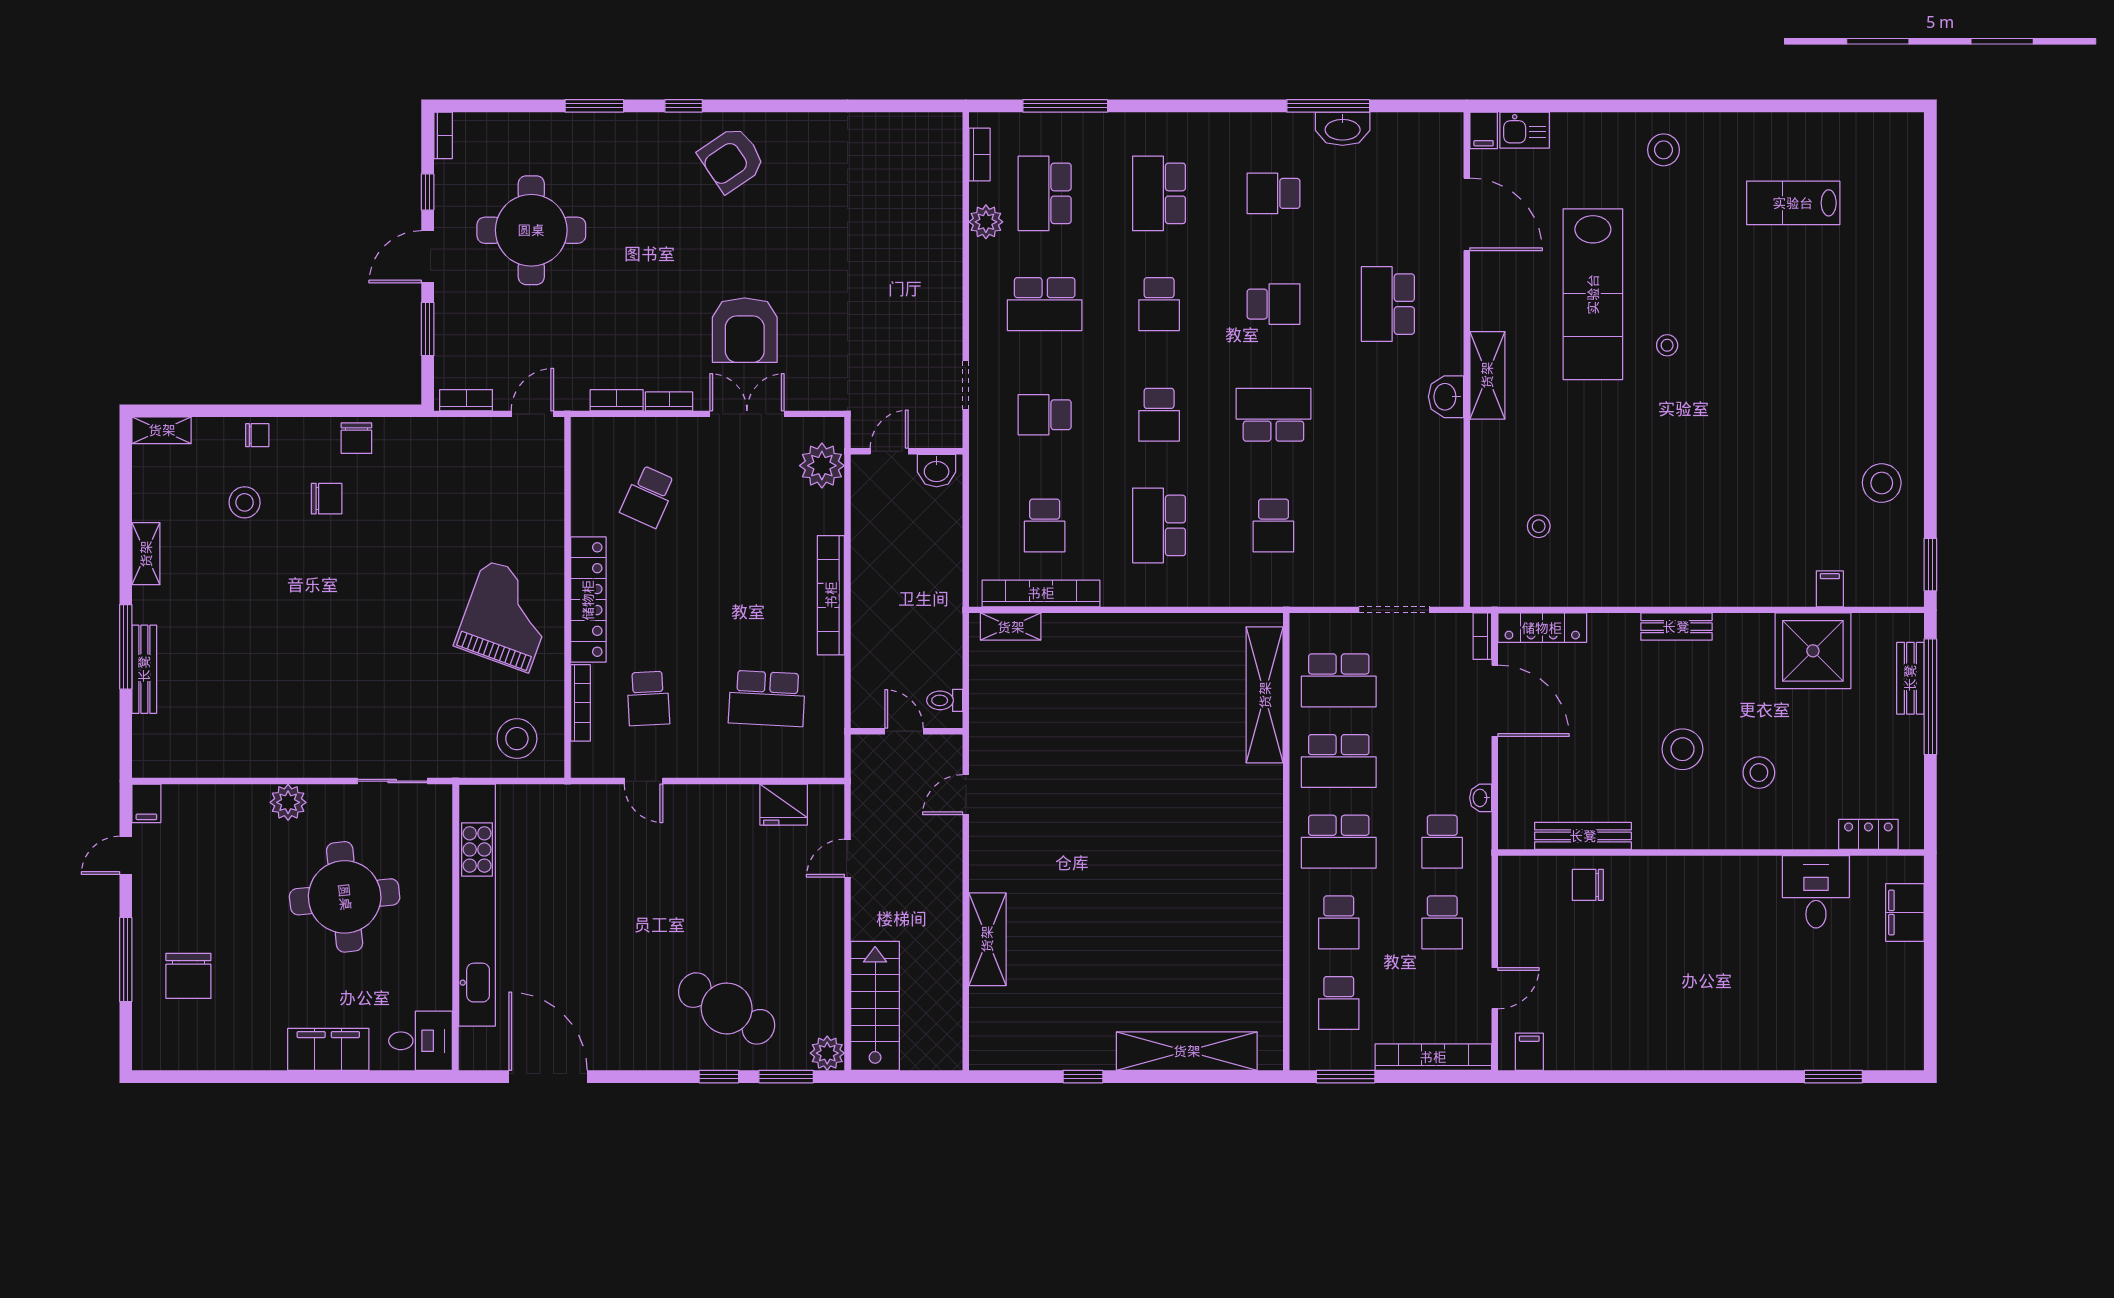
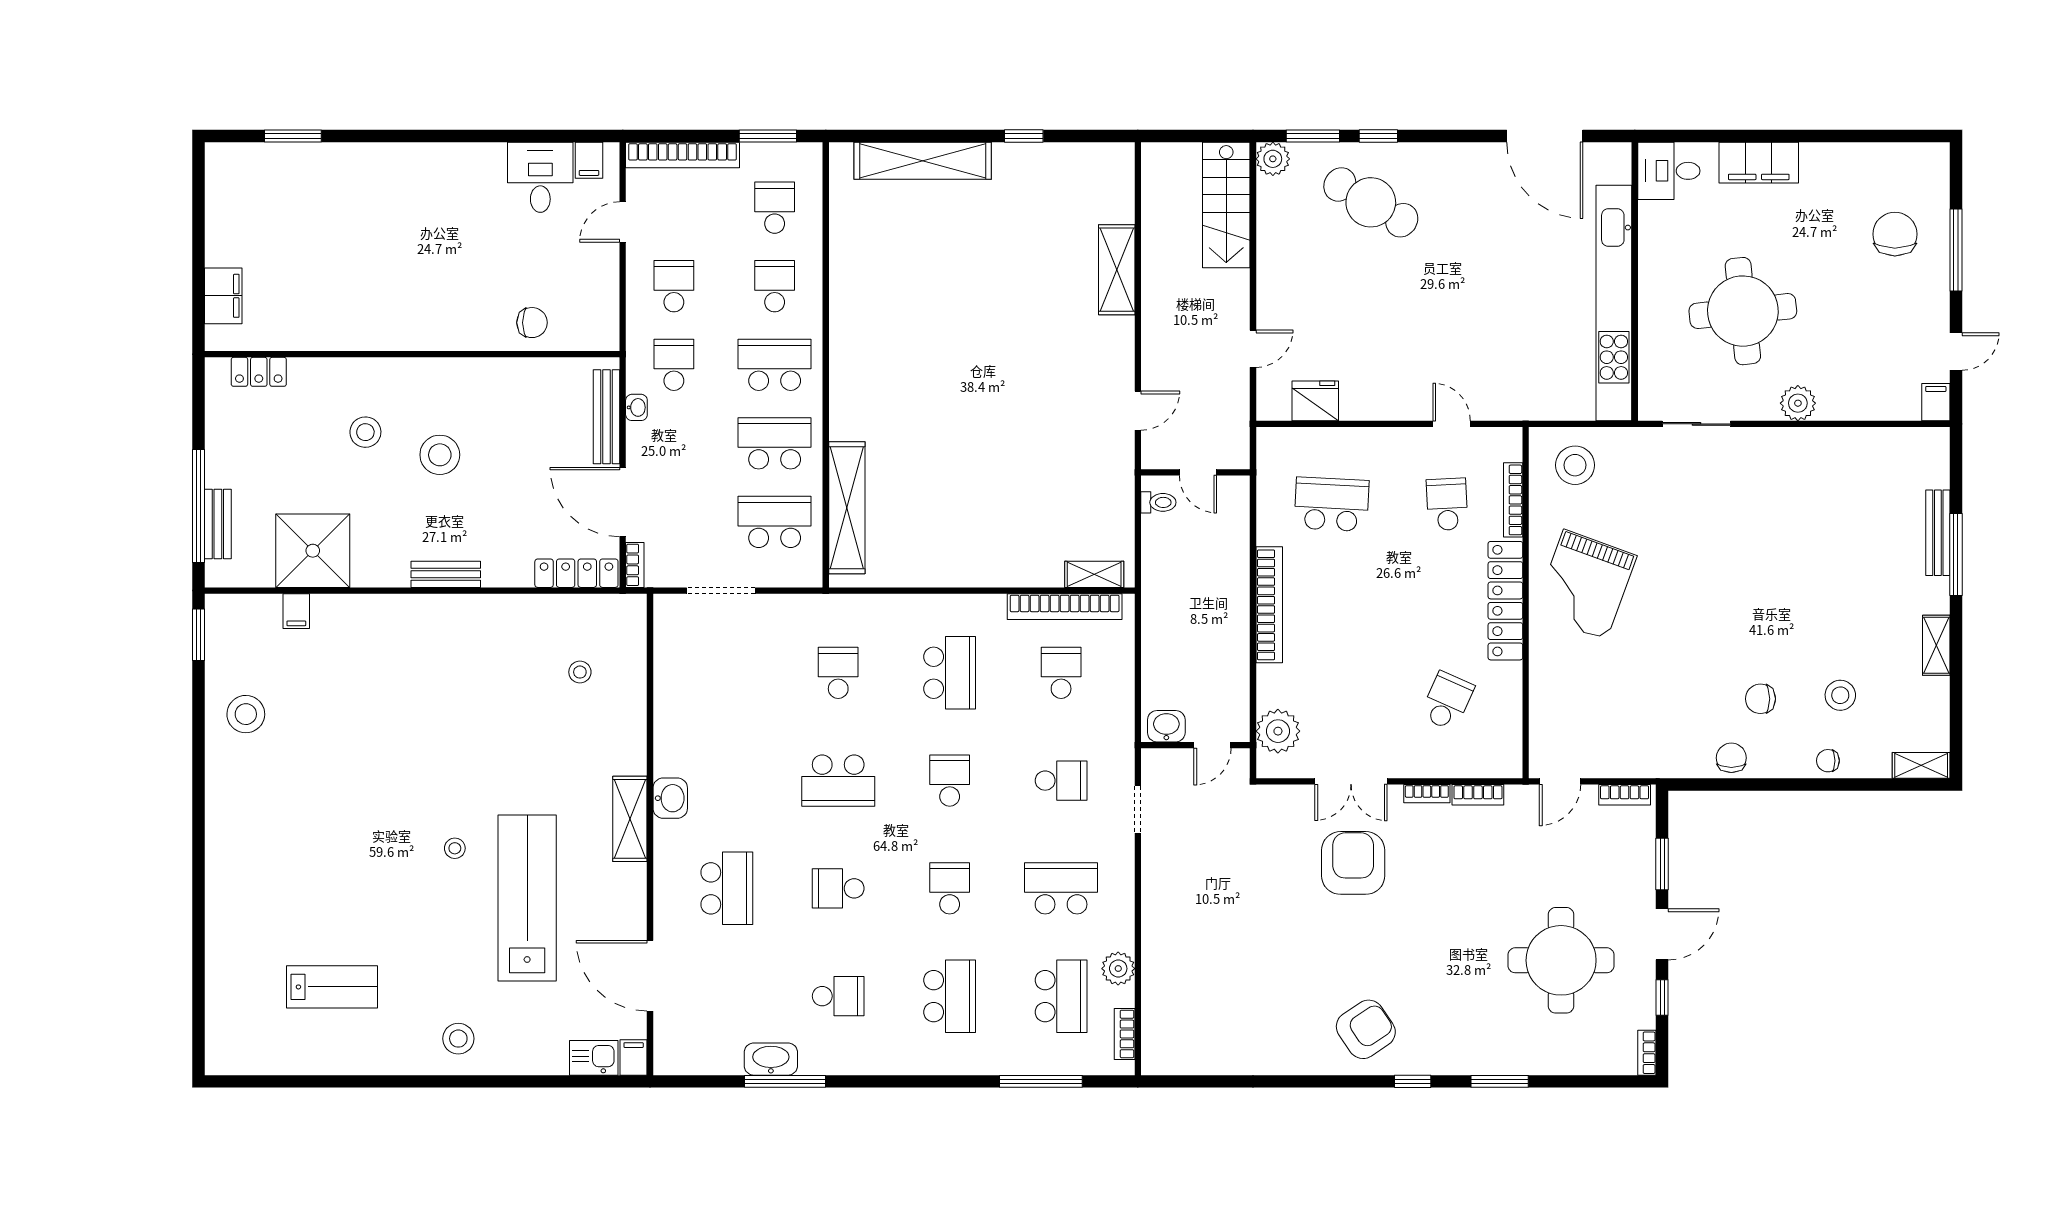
bench: (1583, 836) -> (606, 417), moved, turned 90
desk: (1816, 892) -> (540, 177), moved, turned 180

